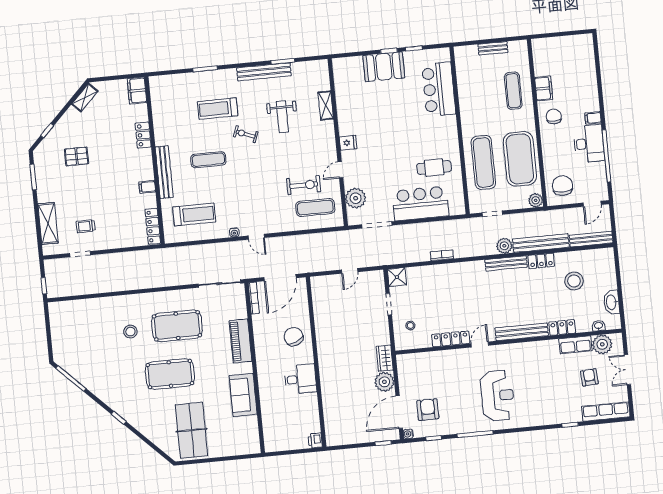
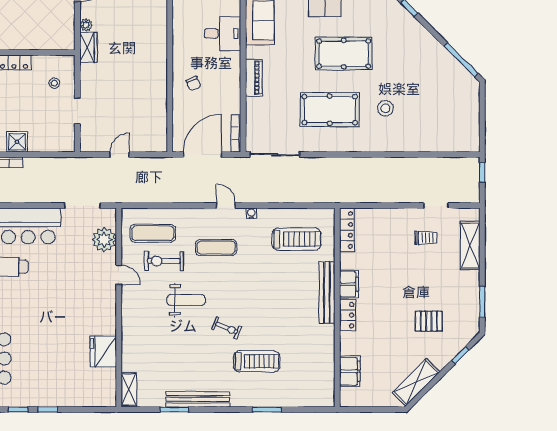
booth: (384, 67) -> (56, 392), removed
filing cabinet: (137, 91) -> (350, 371), moved
shelving: (85, 98) -> (416, 382), width x1.50, depth x1.33
shelving: (326, 106) -> (129, 389), moved
weight bench: (282, 117) -> (186, 300), moved, turned 90
locker: (143, 135) -> (348, 315), moved
fridge: (348, 143) -> (103, 351), moved, width x1.88, depth x1.34
exercise mat: (208, 160) -> (216, 248), moved
door: (340, 170) -> (119, 275), hinge flipped
filing cabinet: (147, 187) -> (349, 284), width x2.00
treadmill: (194, 214) -> (297, 239), turned 180
shower: (397, 277) -> (17, 142), moved
chair: (294, 337) -> (193, 83), width x0.54, depth x0.54
piano: (241, 341) -> (254, 78), width x0.73, depth x0.75
desk: (300, 379) -> (223, 34), moved, turned 180
plant: (384, 382) -> (86, 25), width x0.53, depth x0.53

